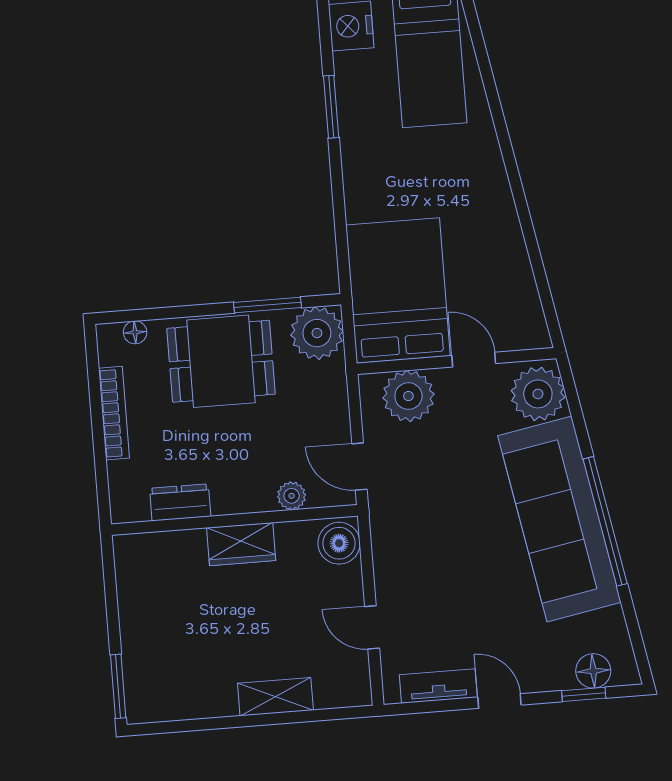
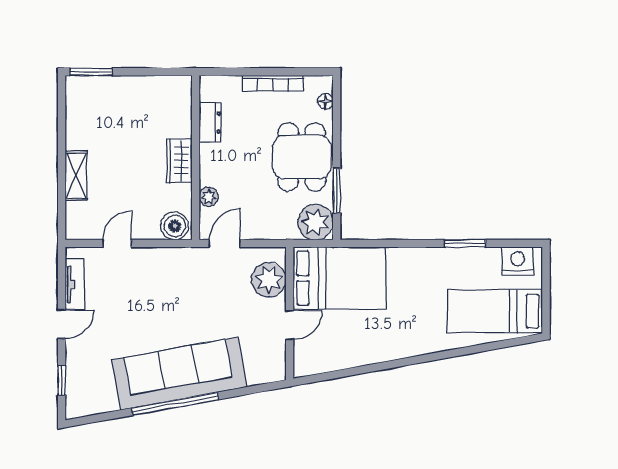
plant: (538, 394) -> (263, 366), removed
floor lamp: (593, 671) -> (77, 388), removed

